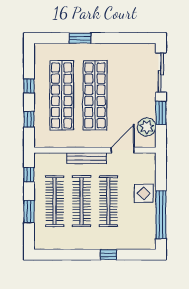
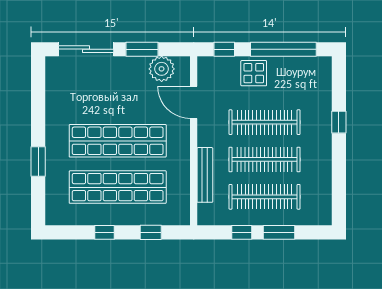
bench: (87, 158) -> (205, 175), moved
window: (161, 172) -> (224, 49), added
window: (29, 175) -> (242, 232), moved

